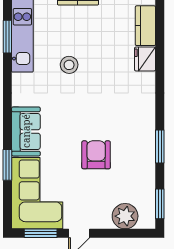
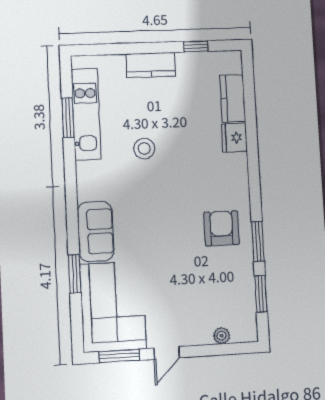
armchair: (96, 155) -> (221, 228), moved
window: (160, 204) -> (261, 294), moved
plant: (125, 216) -> (222, 336), width x0.53, depth x0.53

